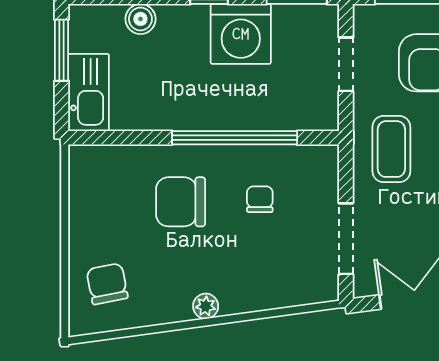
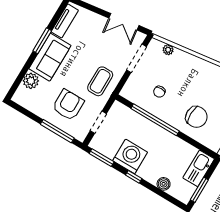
chair: (181, 202) -> (196, 117), moved
plant: (206, 306) -> (168, 50), moved

